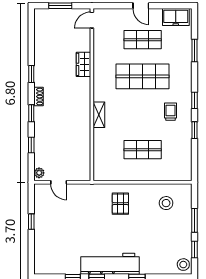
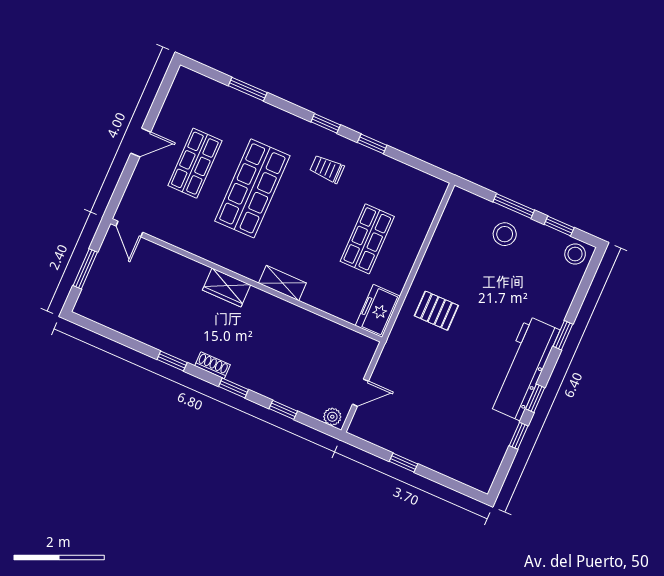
freezer: (176, 17) -> (378, 311), moved, turned 180
wardrobe: (83, 64) -> (226, 287), moved
stool: (166, 203) -> (505, 234), moved

